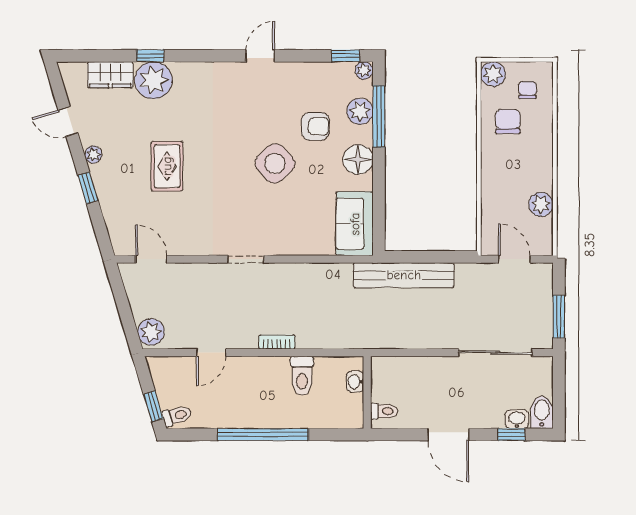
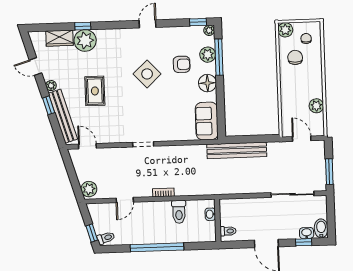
side table: (275, 163) -> (147, 74), moved
bench: (111, 207) -> (63, 116), added

